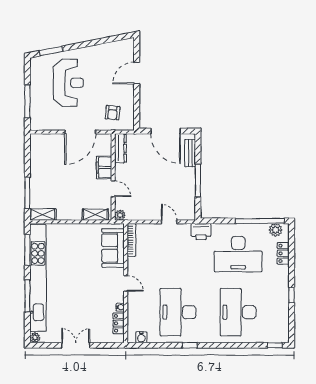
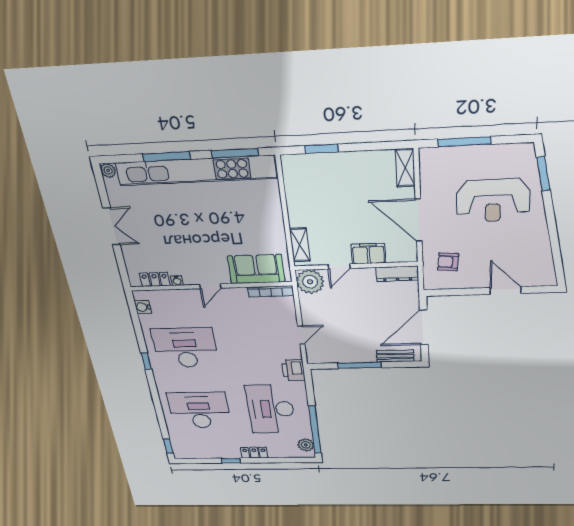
window: (27, 193) -> (321, 149), width x0.69
shelving: (43, 215) -> (405, 168), moved
plant: (120, 215) -> (310, 282), width x1.88, depth x1.88
locker: (283, 253) -> (254, 453), moved

